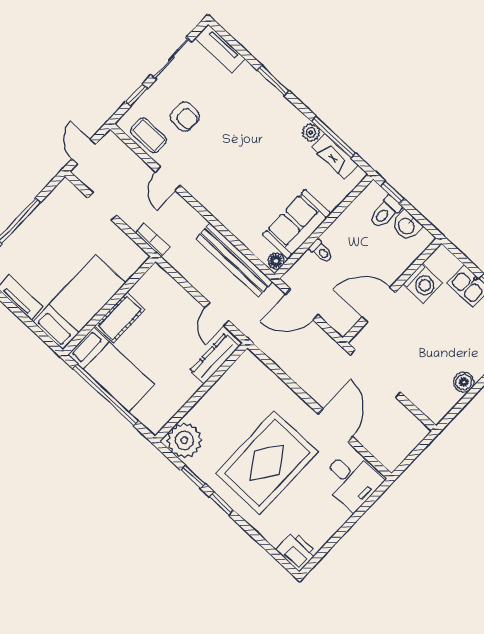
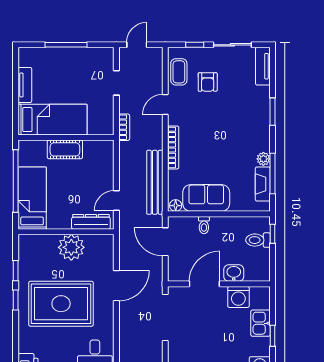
bookcase: (217, 210) -> (173, 147), added
washbasin: (407, 226) -> (234, 273), moved, turned 90
door: (379, 305) -> (204, 284), hinge flipped
bed: (111, 370) -> (32, 198), moved, turned 180
door: (335, 425) -> (116, 286), moved
plant: (184, 440) -> (71, 247), moved

